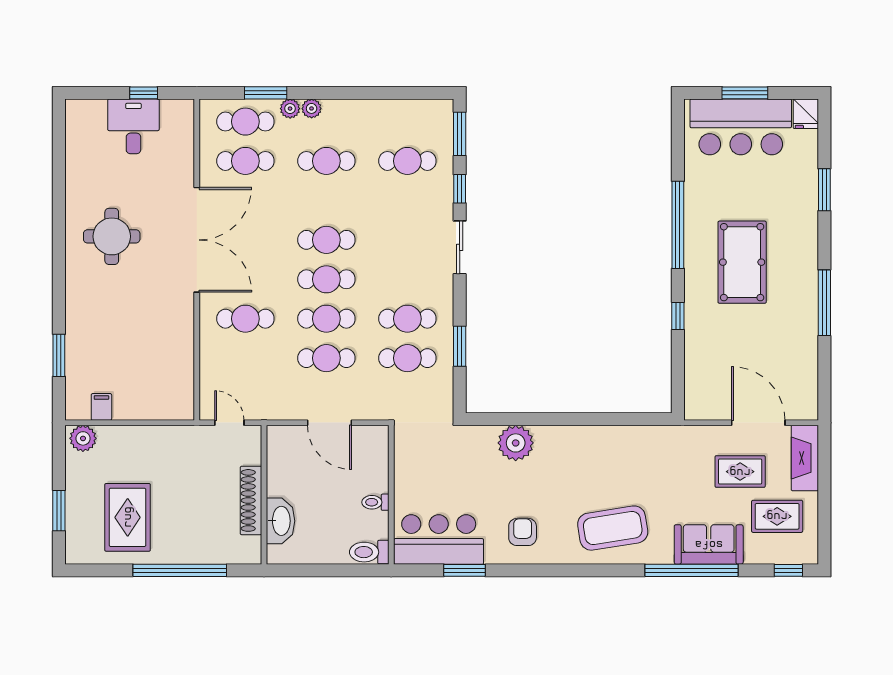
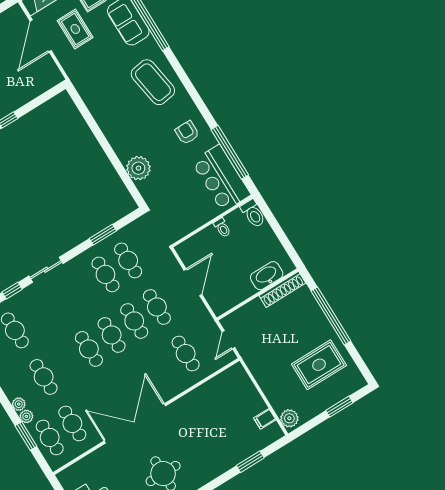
cafe table: (245, 319) -> (186, 354), moved
shoe rack: (251, 500) -> (282, 289), moved
armchair: (523, 532) -> (187, 133), turned 90
window: (465, 570) -> (230, 152), width x2.11

